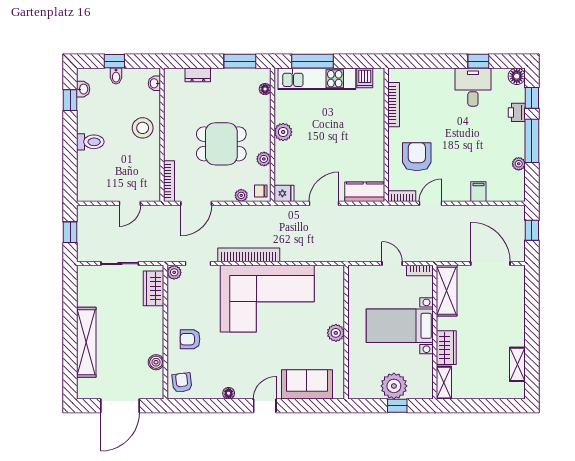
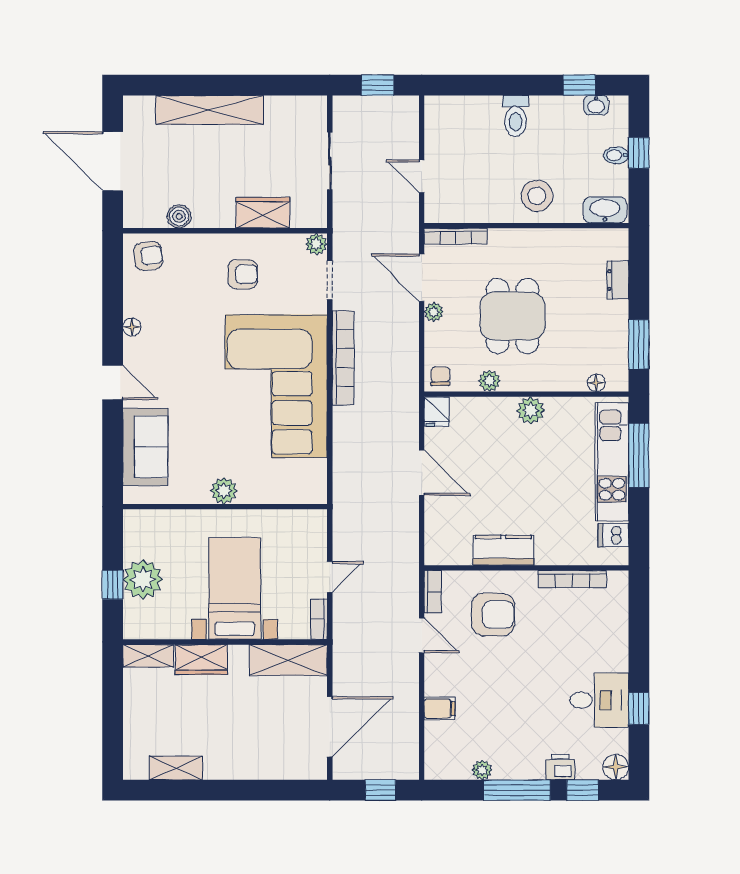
washbasin: (154, 83) -> (605, 210), width x1.91, depth x1.45
kitchen counter: (365, 192) -> (503, 550), moved, turned -90
plant: (241, 195) -> (434, 312), moved
wardrobe: (154, 288) -> (263, 213), moved
armchair: (190, 339) -> (243, 274), moved, turned 90

